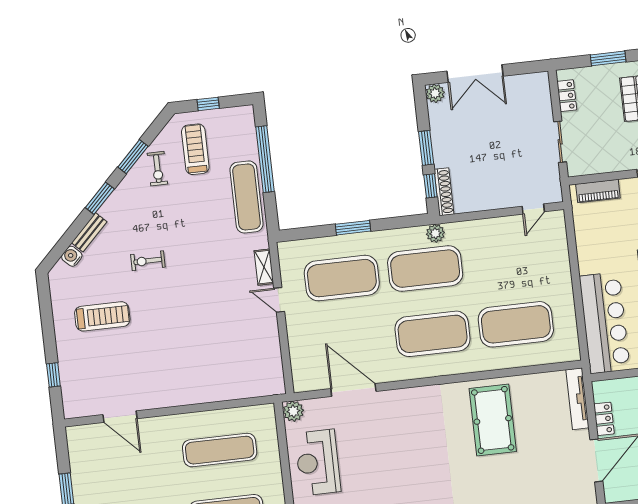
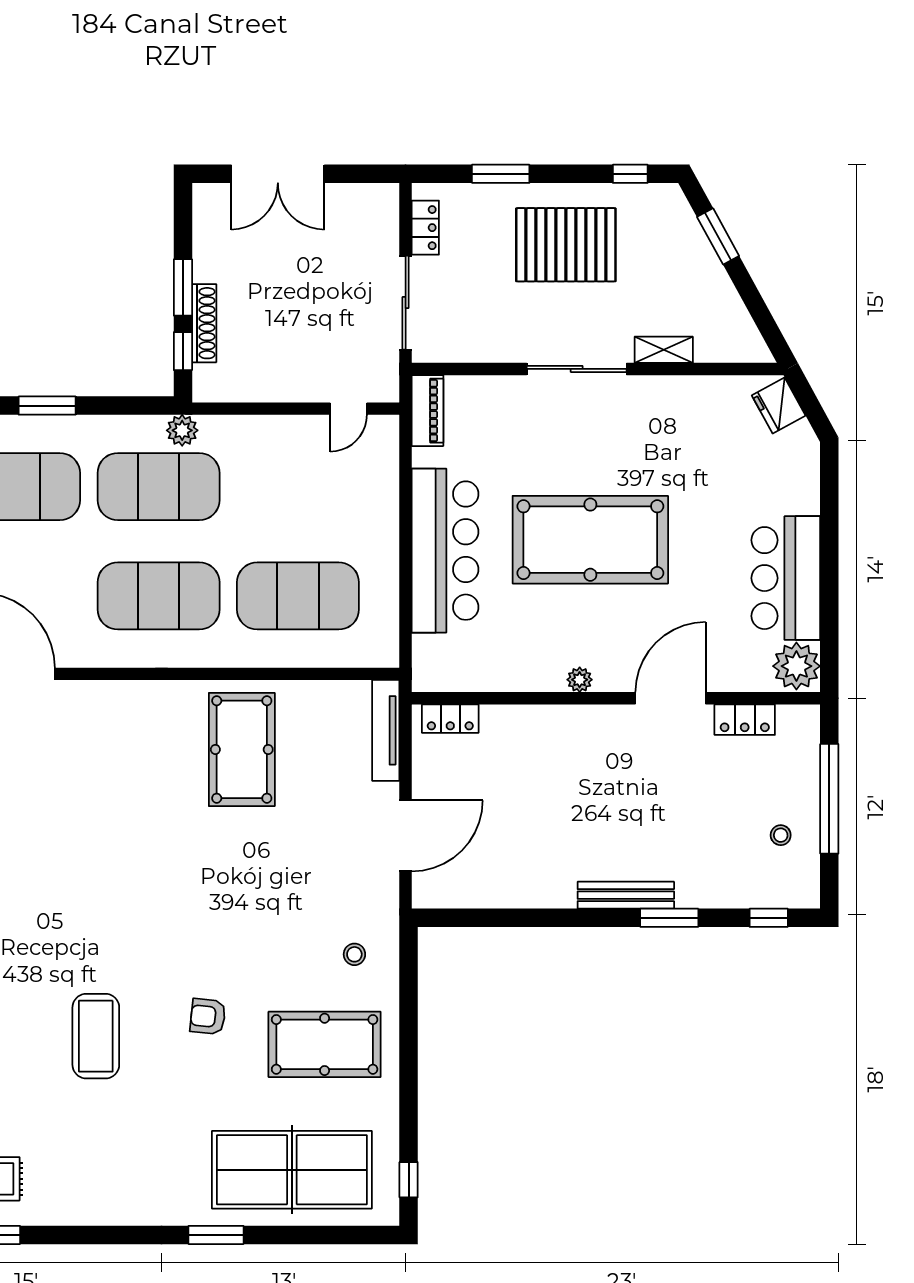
plant: (435, 93) -> (208, 199), removed
sliding door: (560, 142) -> (406, 303), width x1.37
piano: (598, 191) -> (427, 411), moved, turned -90
shoe rack: (444, 192) -> (204, 323), moved
bar counter: (605, 323) -> (445, 551), moved
locker: (604, 419) -> (450, 719), moved, turned 90

